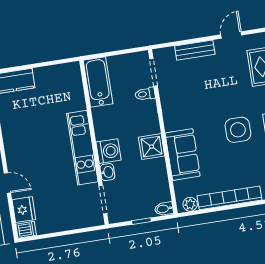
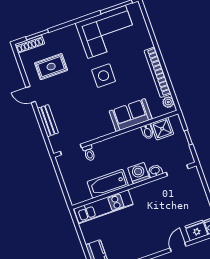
bathtub: (98, 82) -> (108, 184), moved
shower: (152, 147) -> (162, 129), moved
kitchen unit: (82, 148) -> (103, 207), moved
bidet: (164, 209) -> (147, 132), moved

